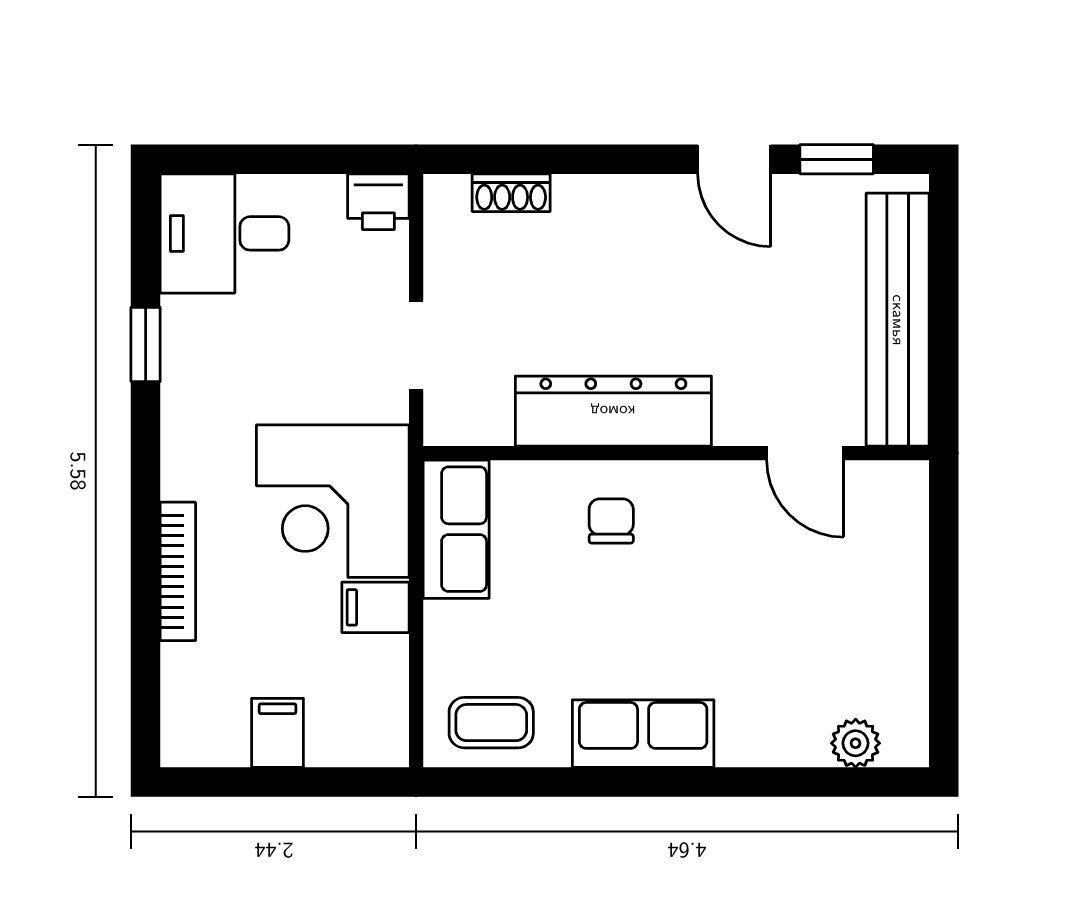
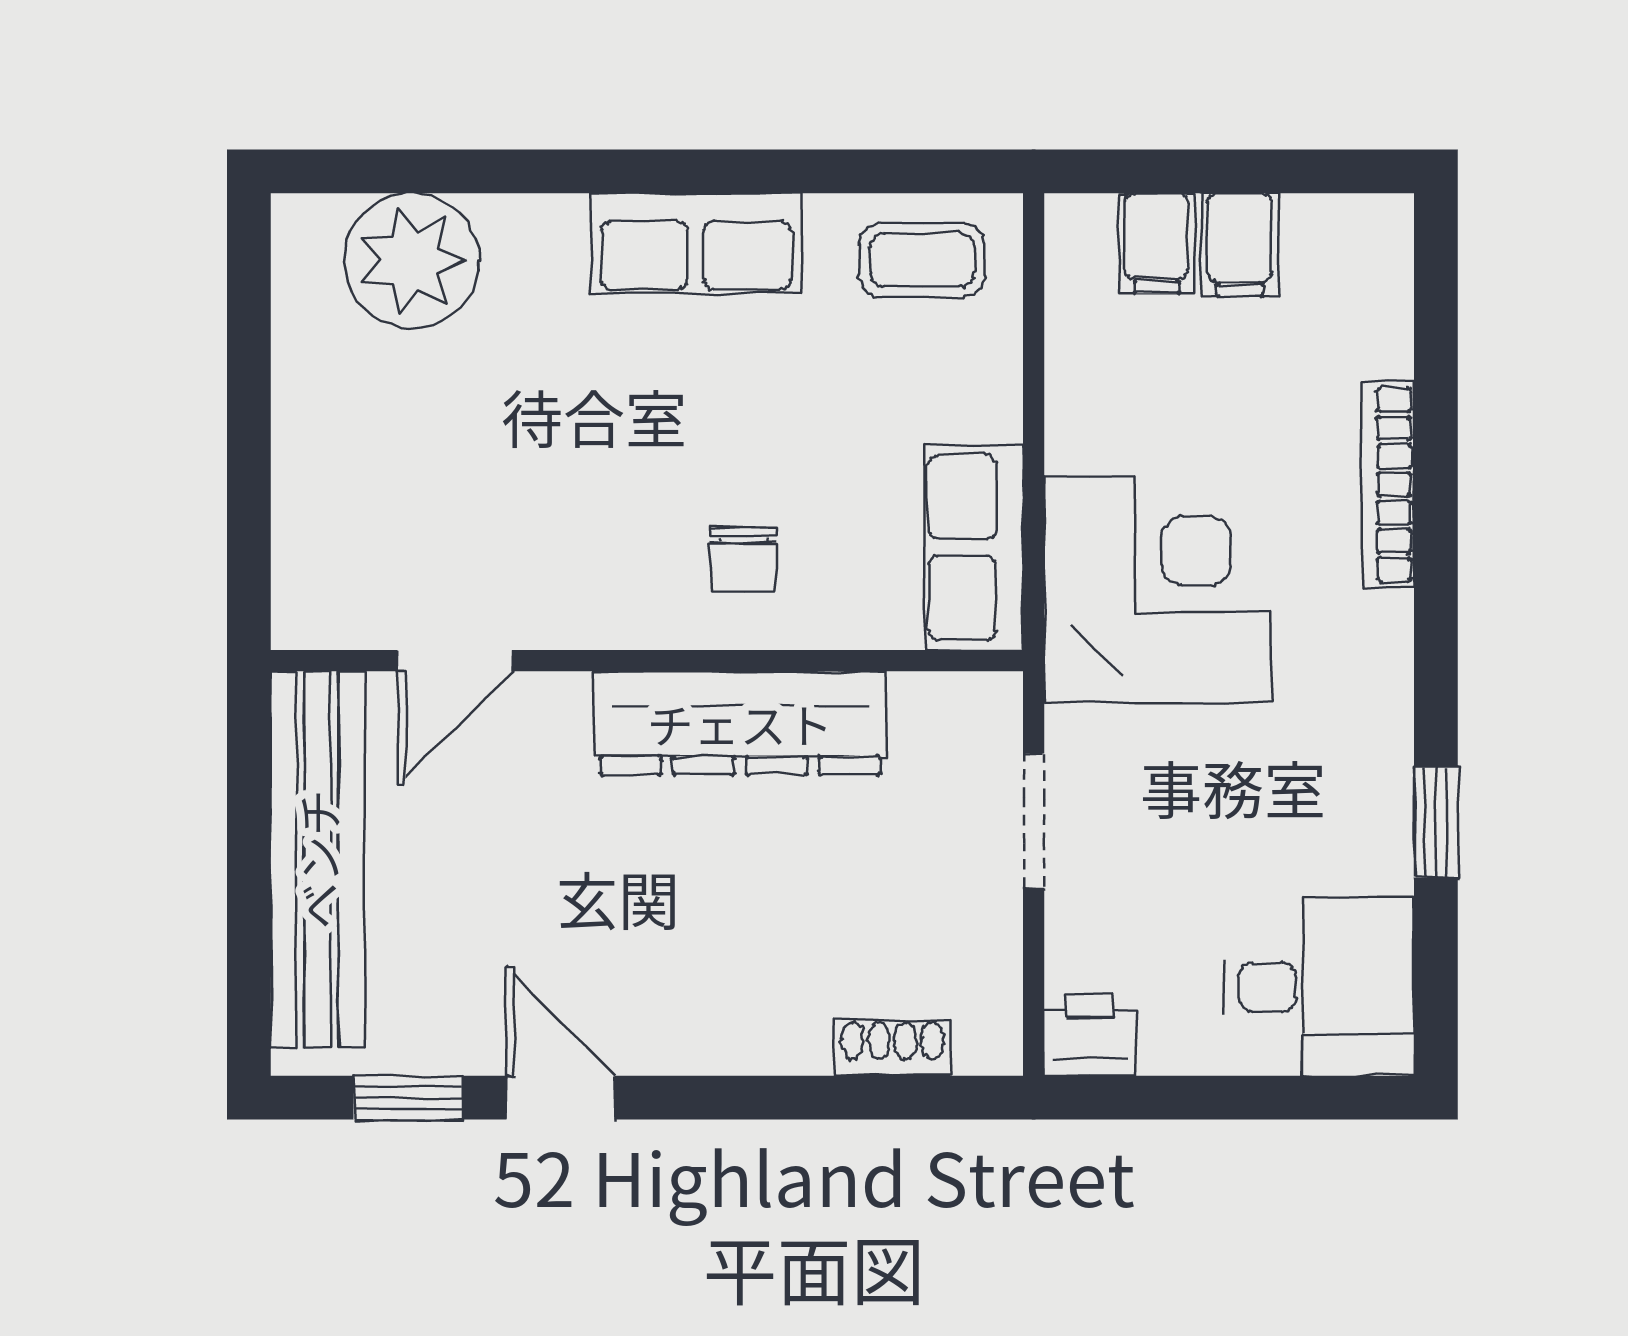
door: (805, 453) -> (455, 661), swing flipped
filing cabinet: (375, 607) -> (1157, 243), moved, turned 90
plant: (856, 743) -> (412, 261), width x1.87, depth x1.87

